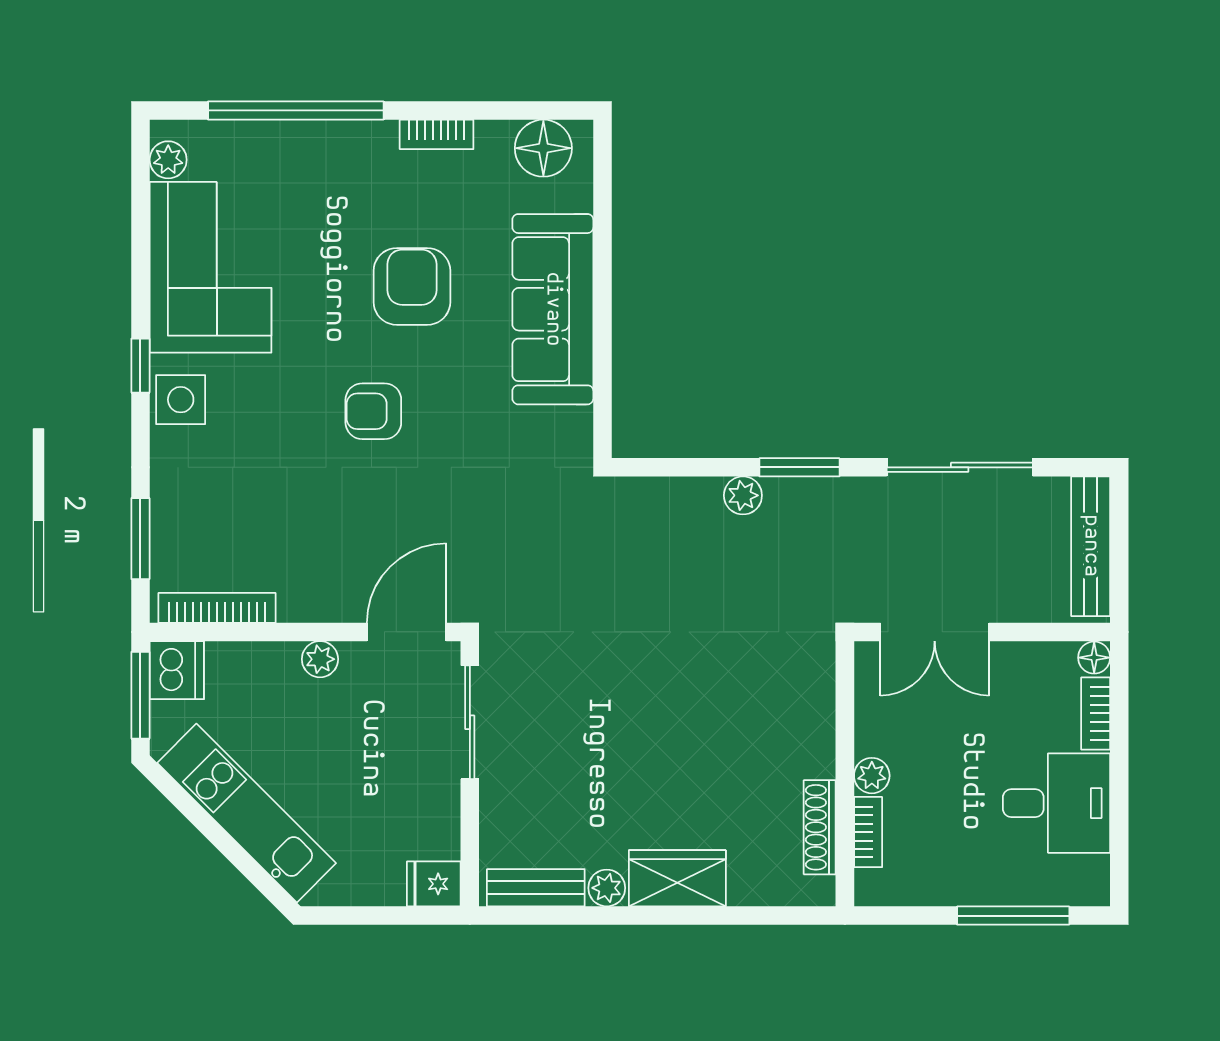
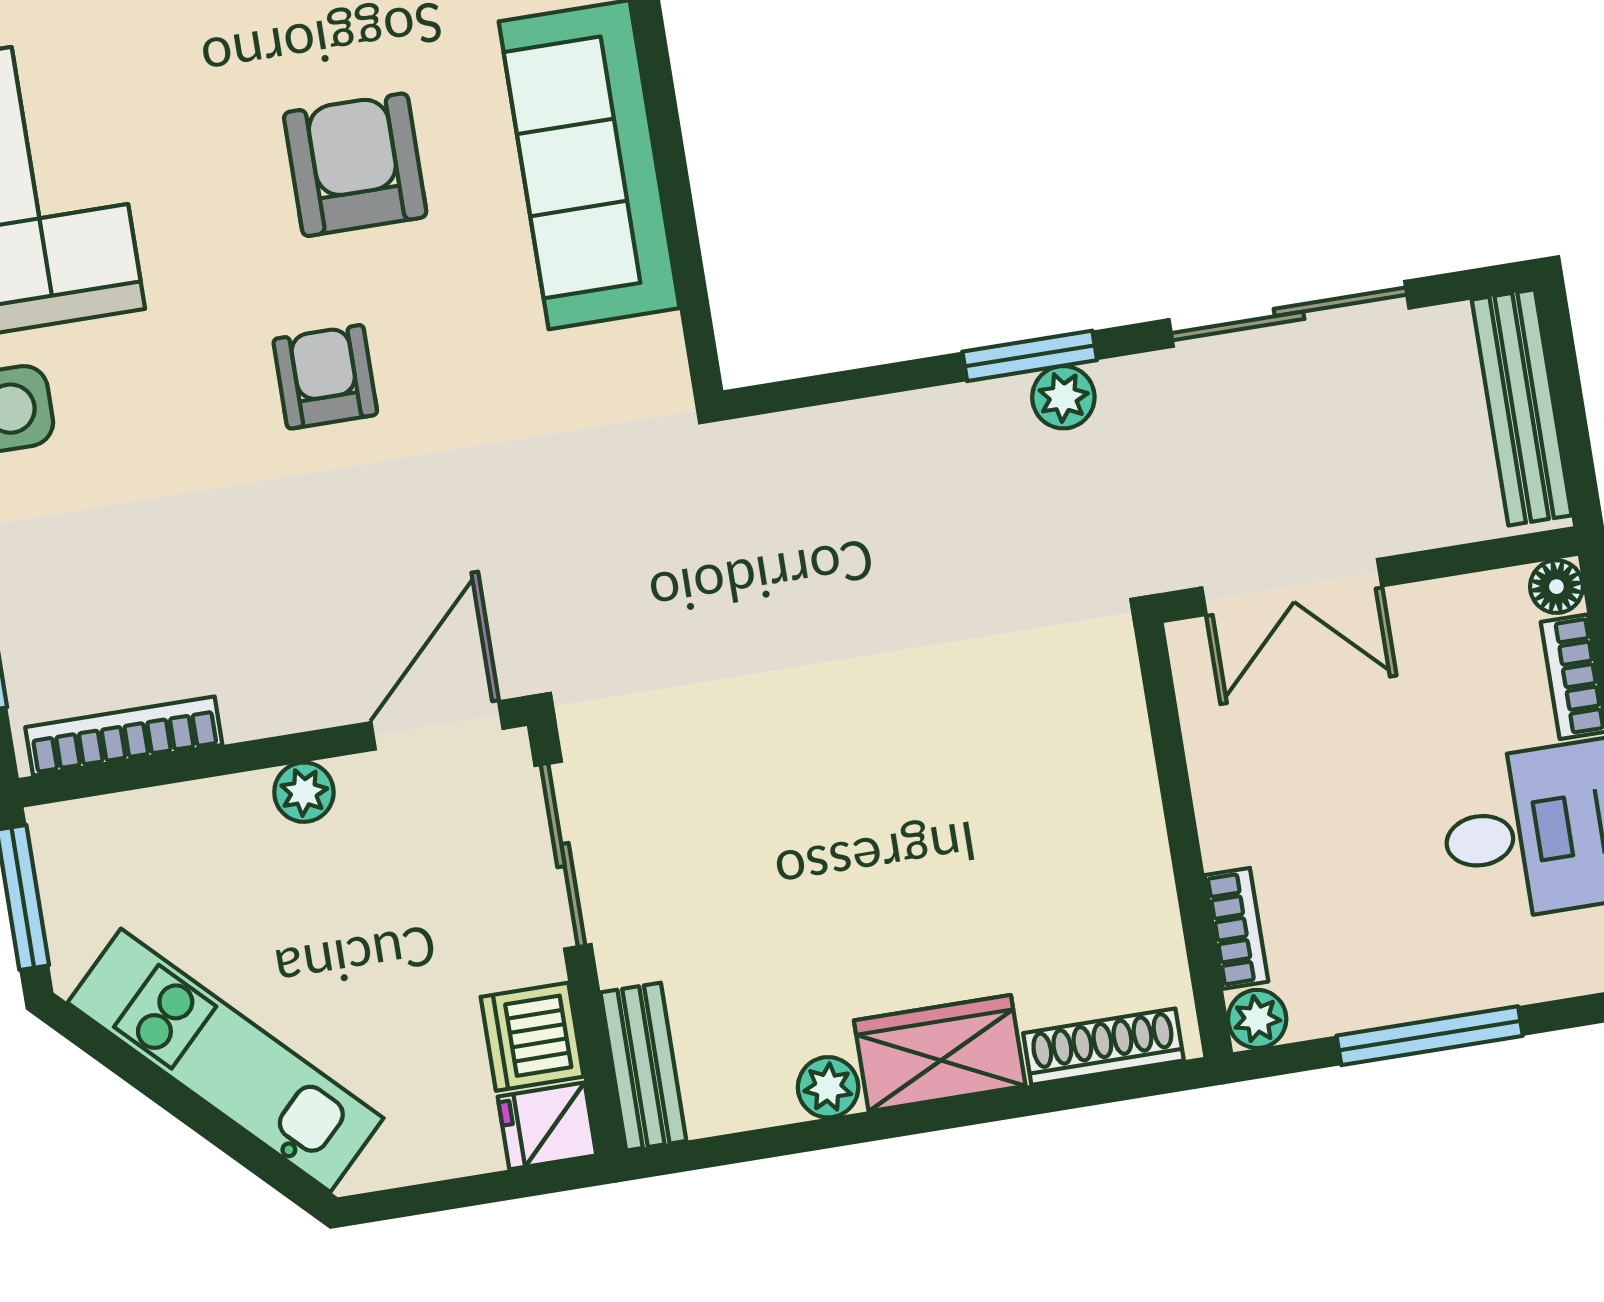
armchair: (373, 411) -> (325, 377), turned 90
plant: (743, 495) -> (1063, 397), moved
dishwasher: (177, 670) -> (532, 1037), moved, turned 180
plant: (872, 776) -> (1257, 1019), moved
shoe rack: (820, 827) -> (1103, 1047), moved, turned 90
bench: (536, 888) -> (643, 1067), moved, turned 90
window: (1013, 916) -> (1430, 1036), moved

